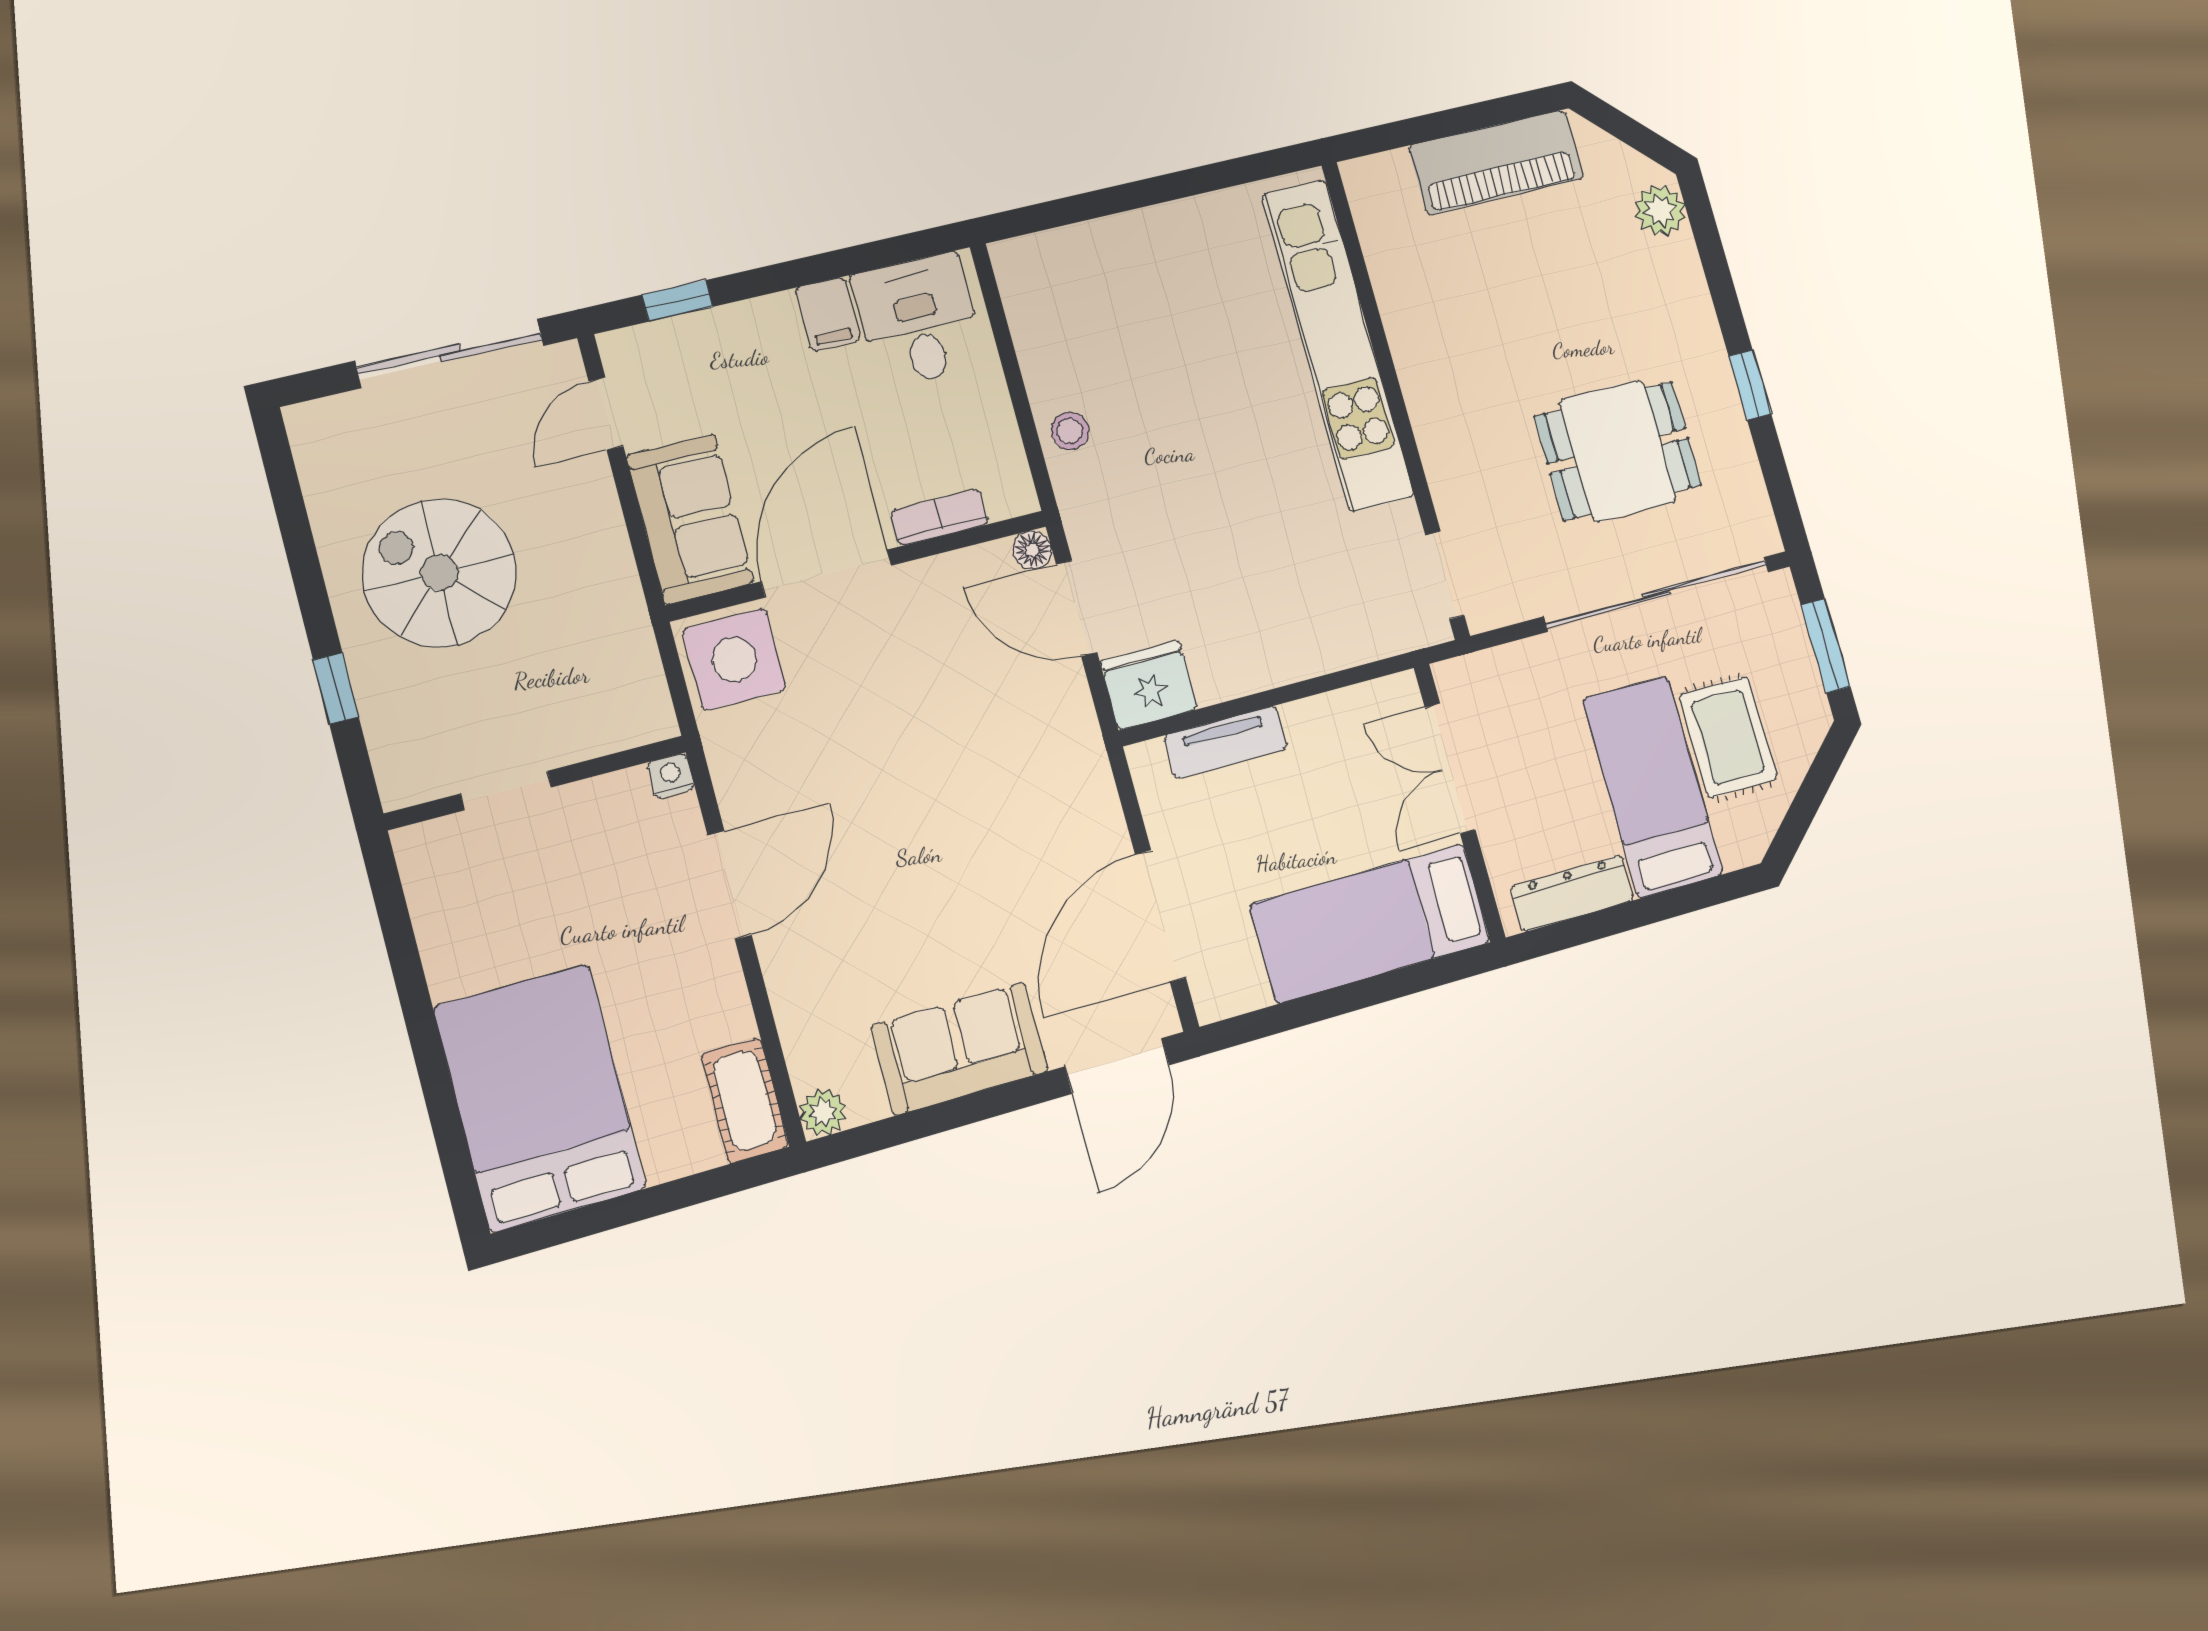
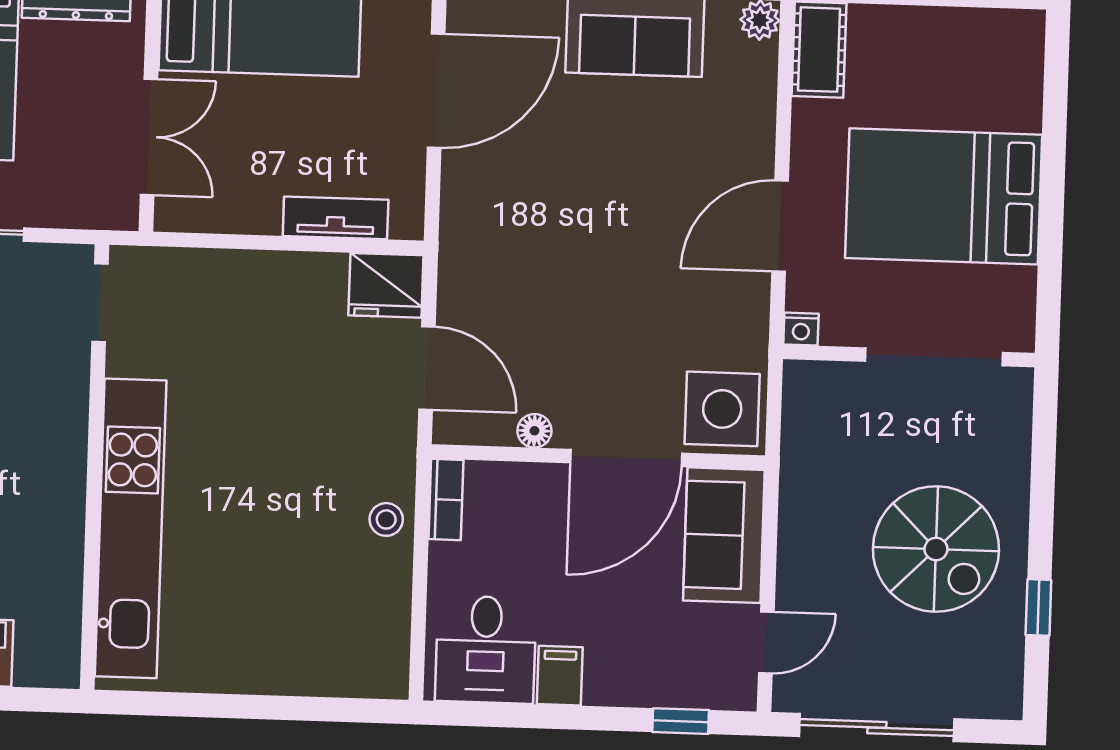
bookcase: (939, 517) -> (446, 499), moved, turned -90
floor lamp: (1032, 550) -> (534, 431), moved
window: (336, 688) -> (1038, 607), moved
doorway: (506, 791) -> (934, 357), width x1.88
bed: (540, 1098) -> (944, 196), moved, turned 90

